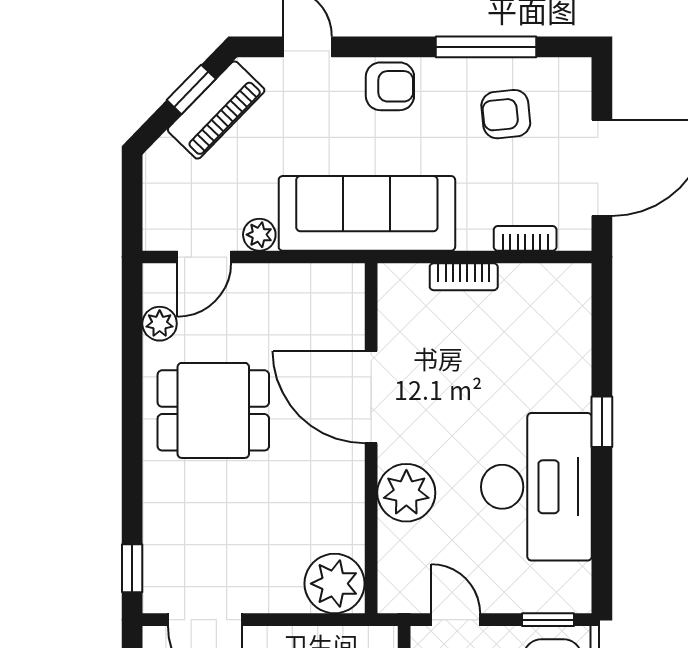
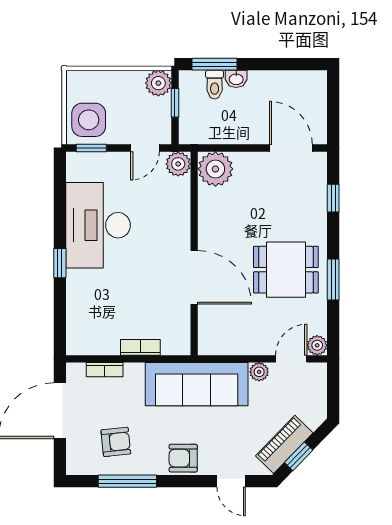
plant: (160, 324) -> (317, 345), moved
window: (132, 393) -> (333, 280), added
plant: (406, 493) -> (178, 164), moved, width x0.73, depth x0.73
window: (132, 568) -> (333, 198), moved
door: (456, 620) -> (145, 148), hinge flipped

